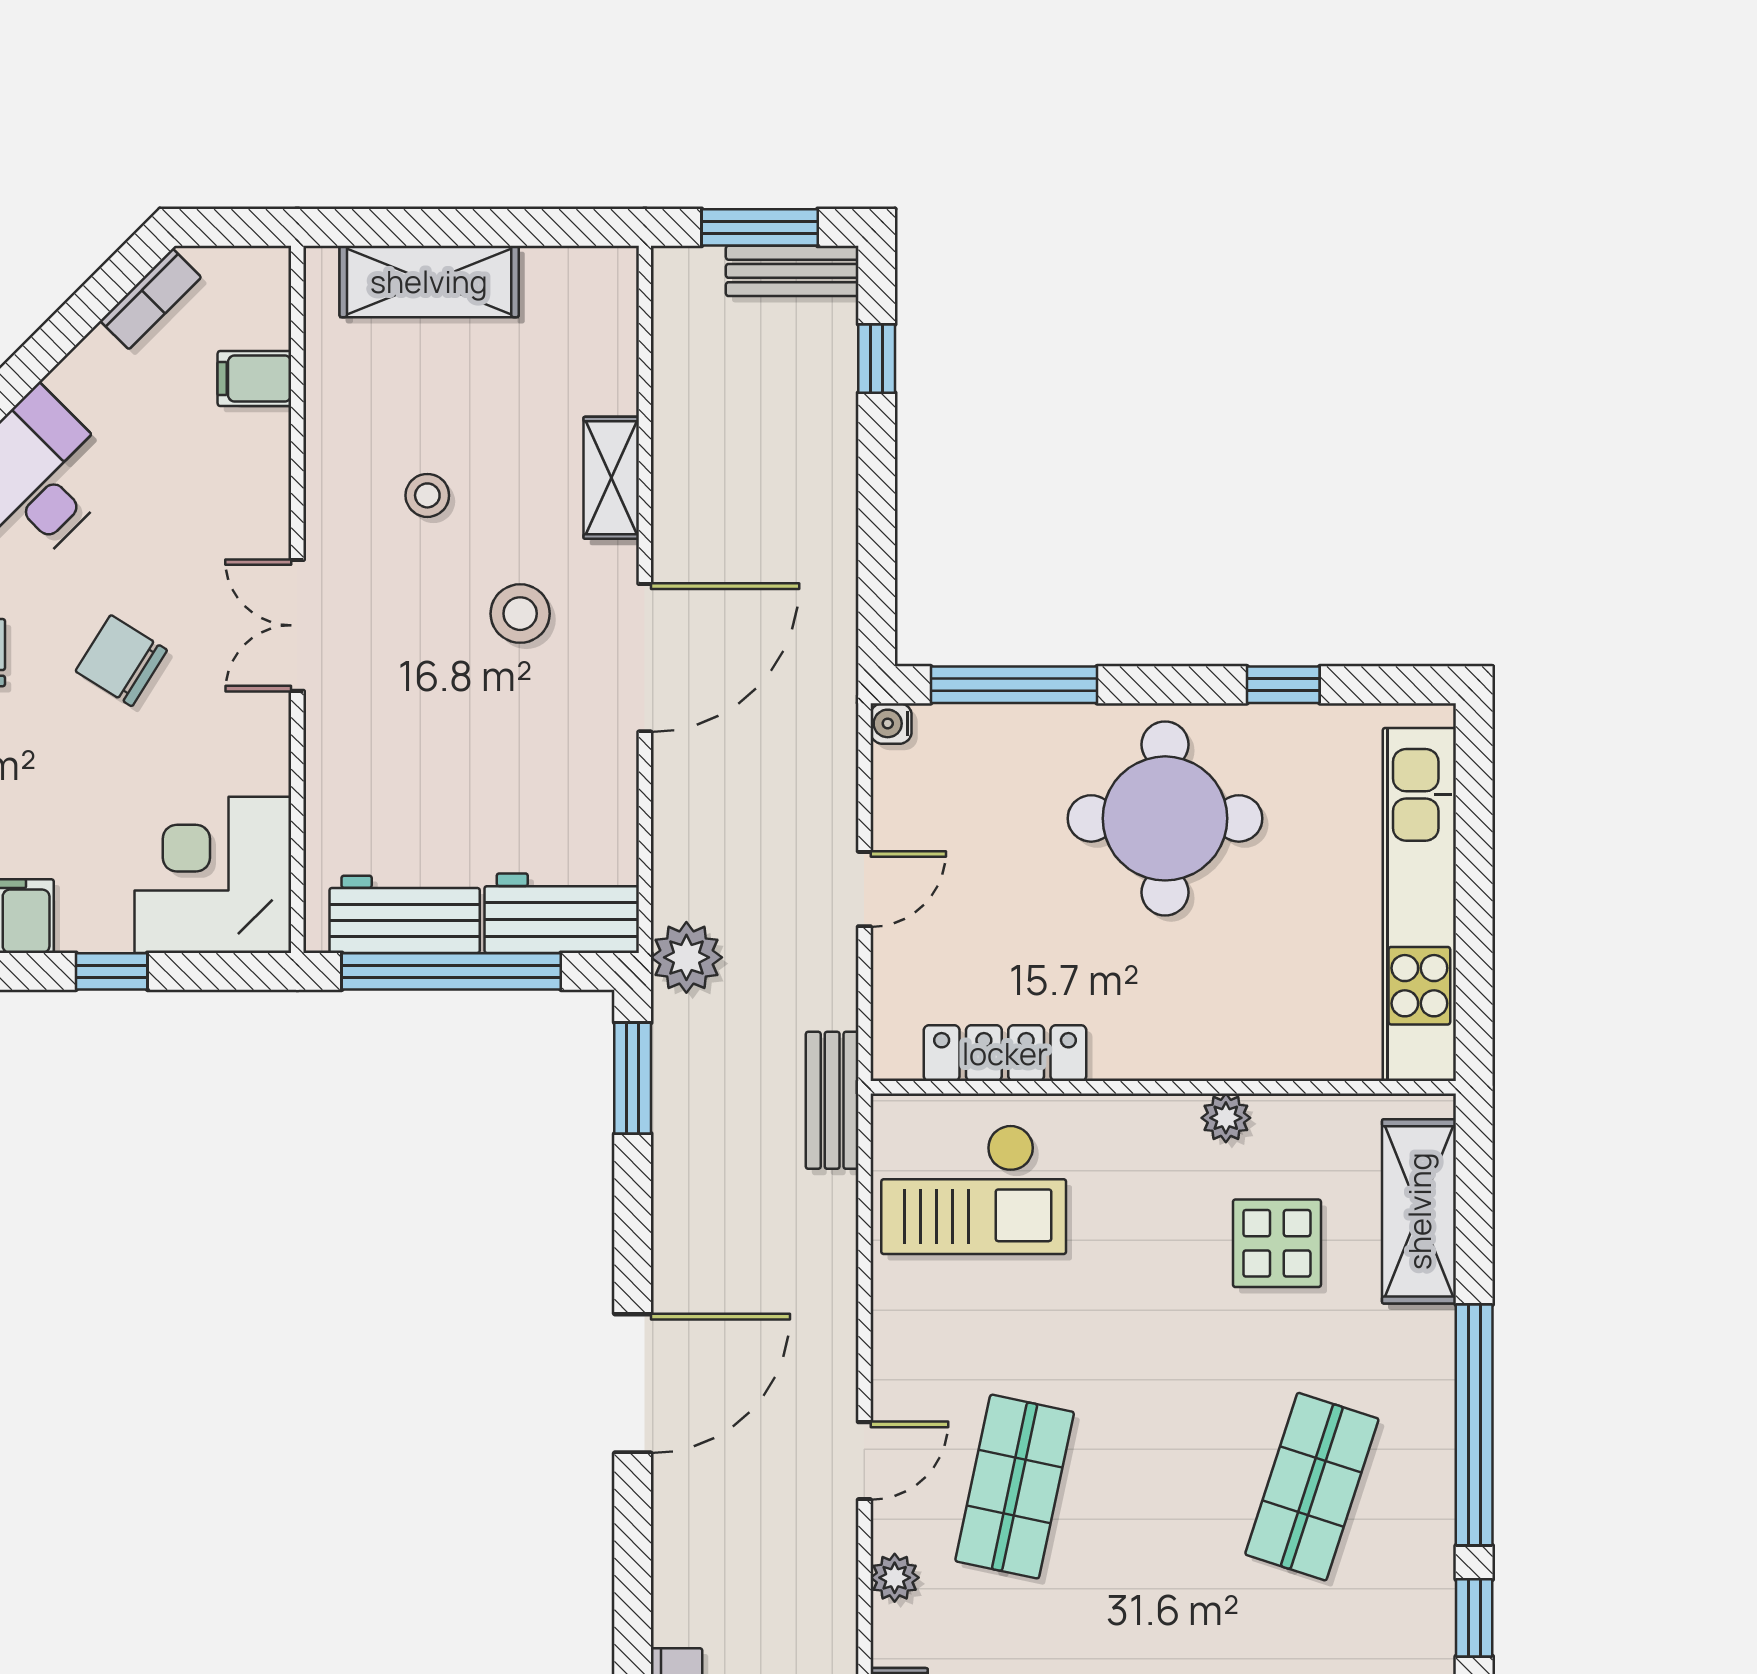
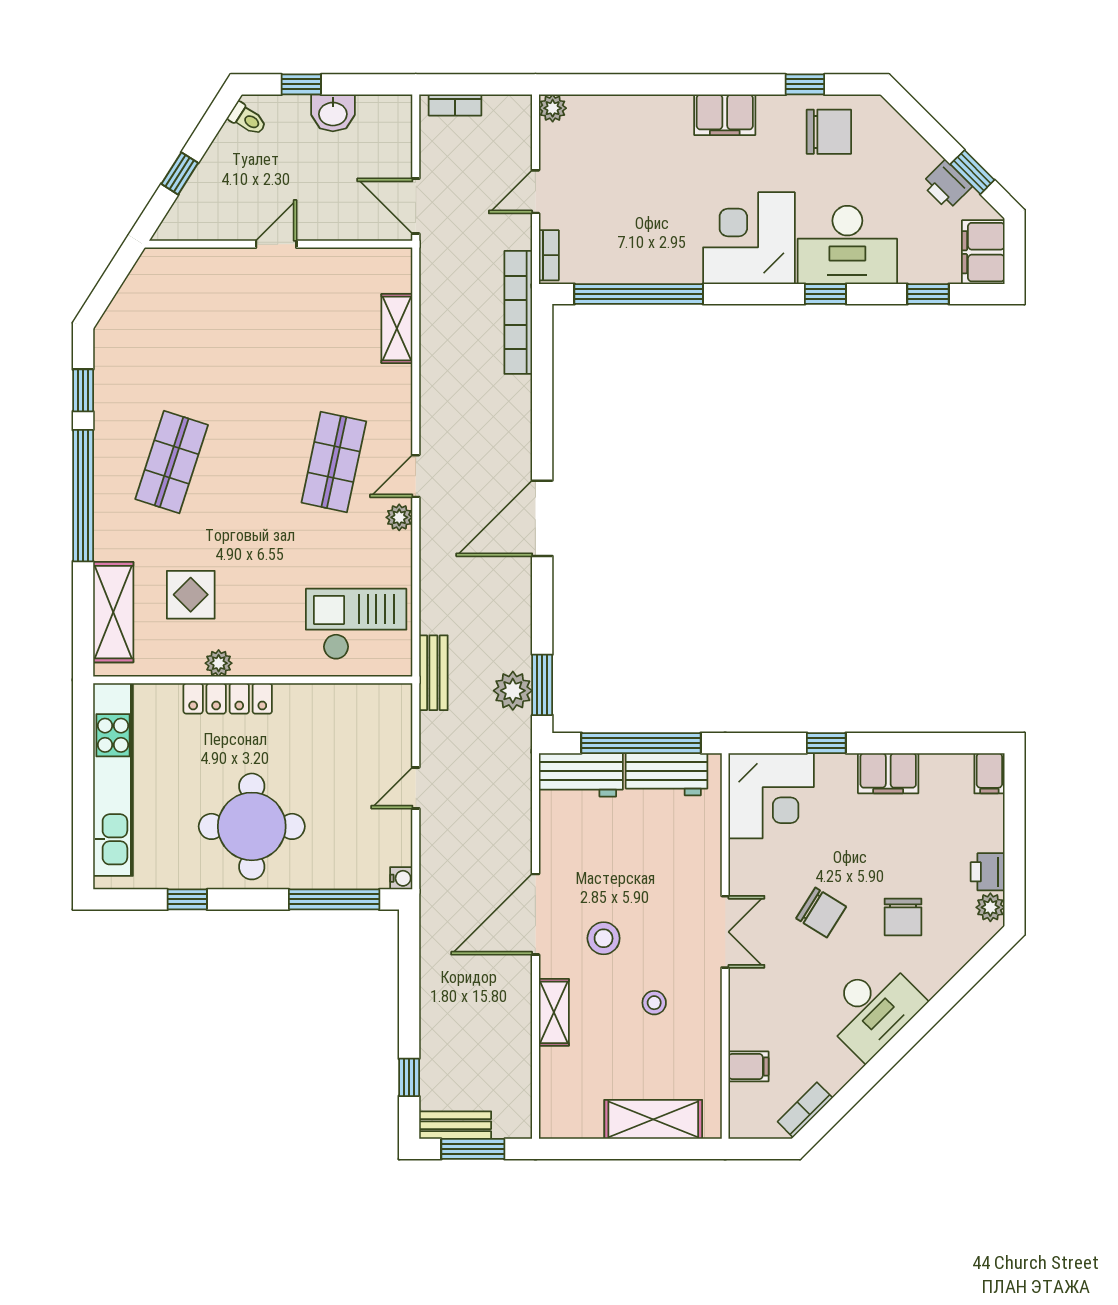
plant: (686, 957) -> (513, 691), moved
locker: (1005, 1053) -> (228, 698), moved
plant: (895, 1578) -> (399, 517), moved

